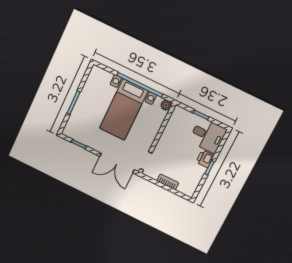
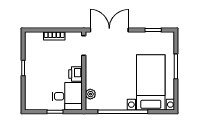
plant: (166, 105) -> (90, 94), moved
bed with nightstands: (124, 110) -> (151, 82), moved
desk: (208, 135) -> (67, 96), moved, turned 180
printer: (205, 159) -> (76, 74), moved, turned 180

